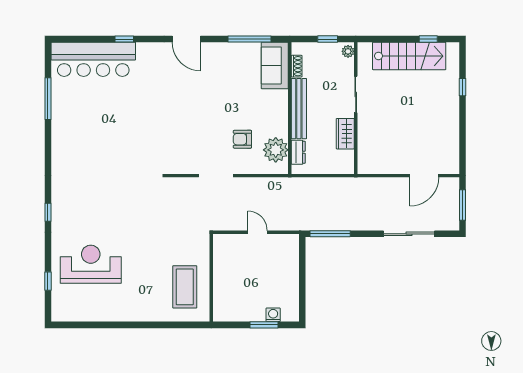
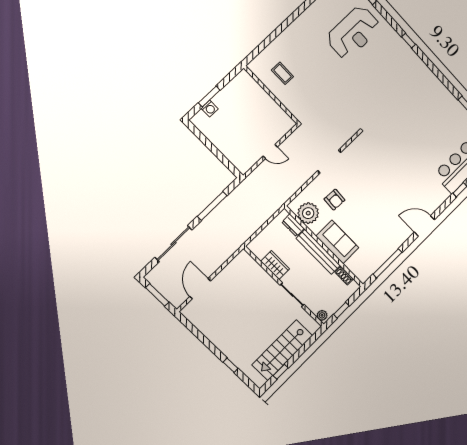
sofa: (275, 65) -> (337, 242), moved
armchair: (242, 139) -> (335, 200), turned 93
window: (330, 234) -> (212, 206), moved
coffee table: (185, 287) -> (282, 73), width x0.54, depth x0.58

